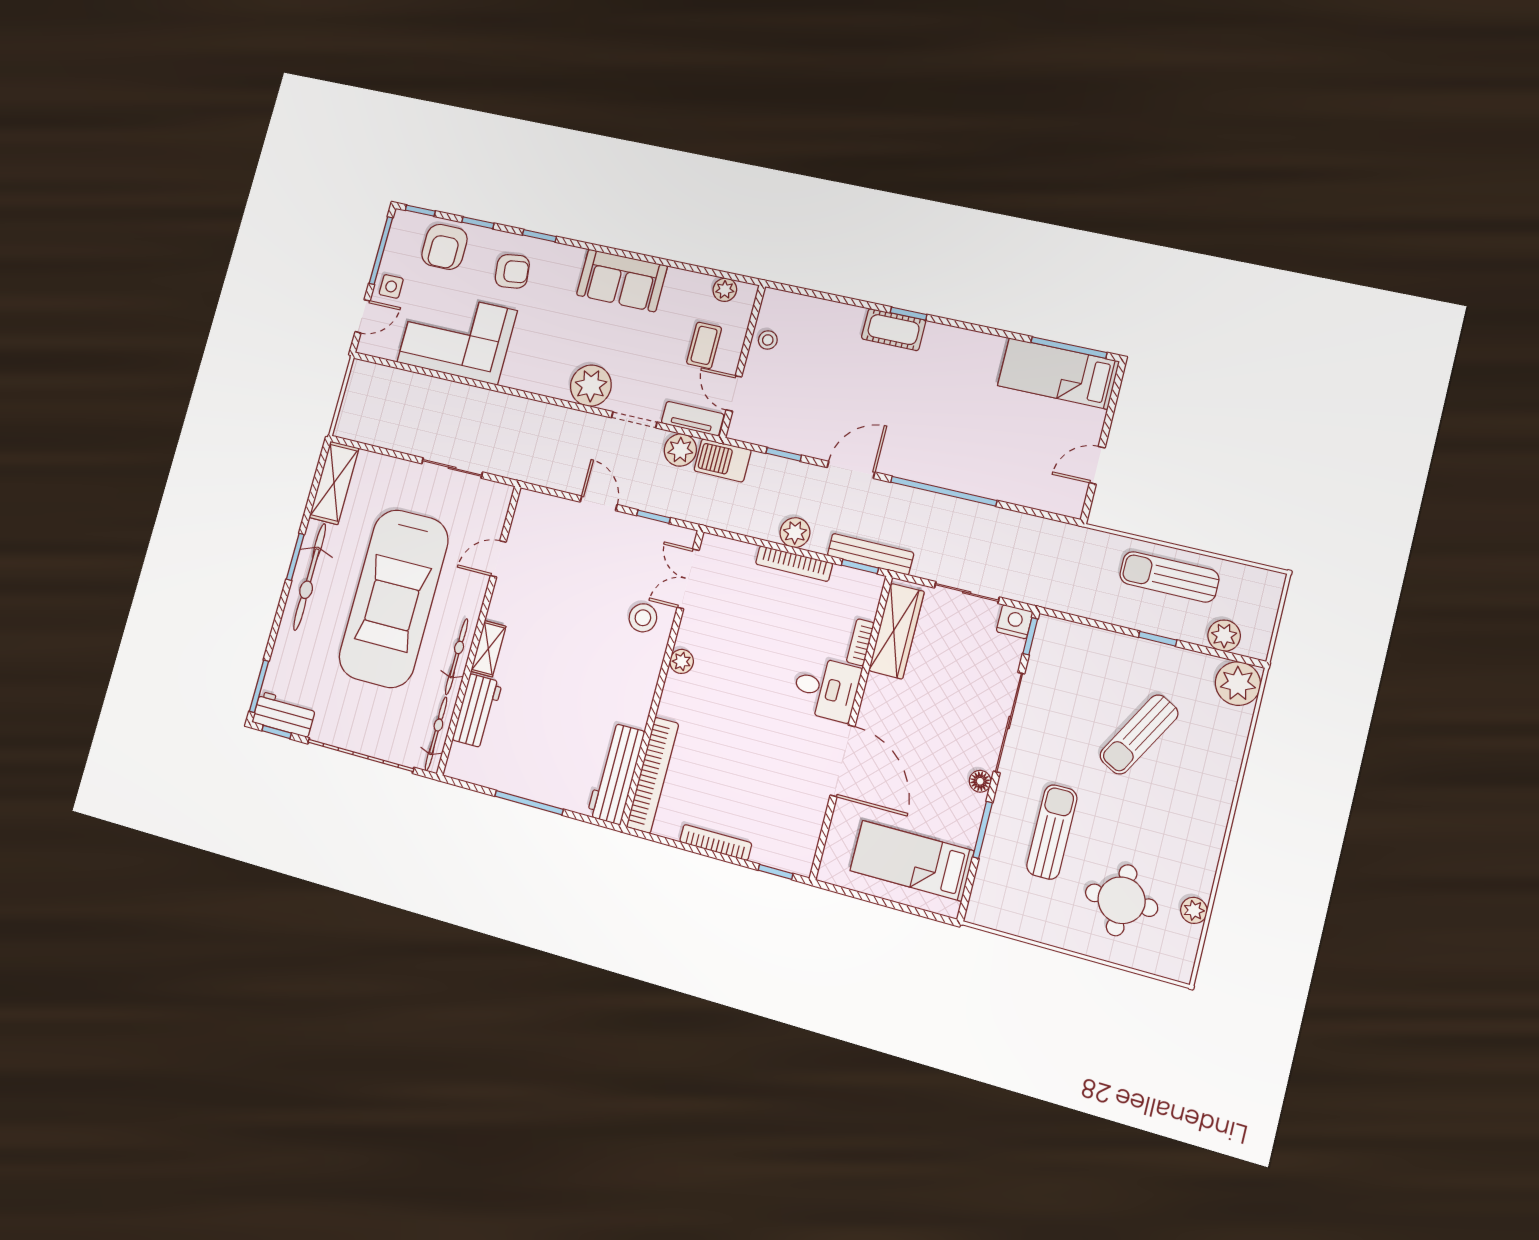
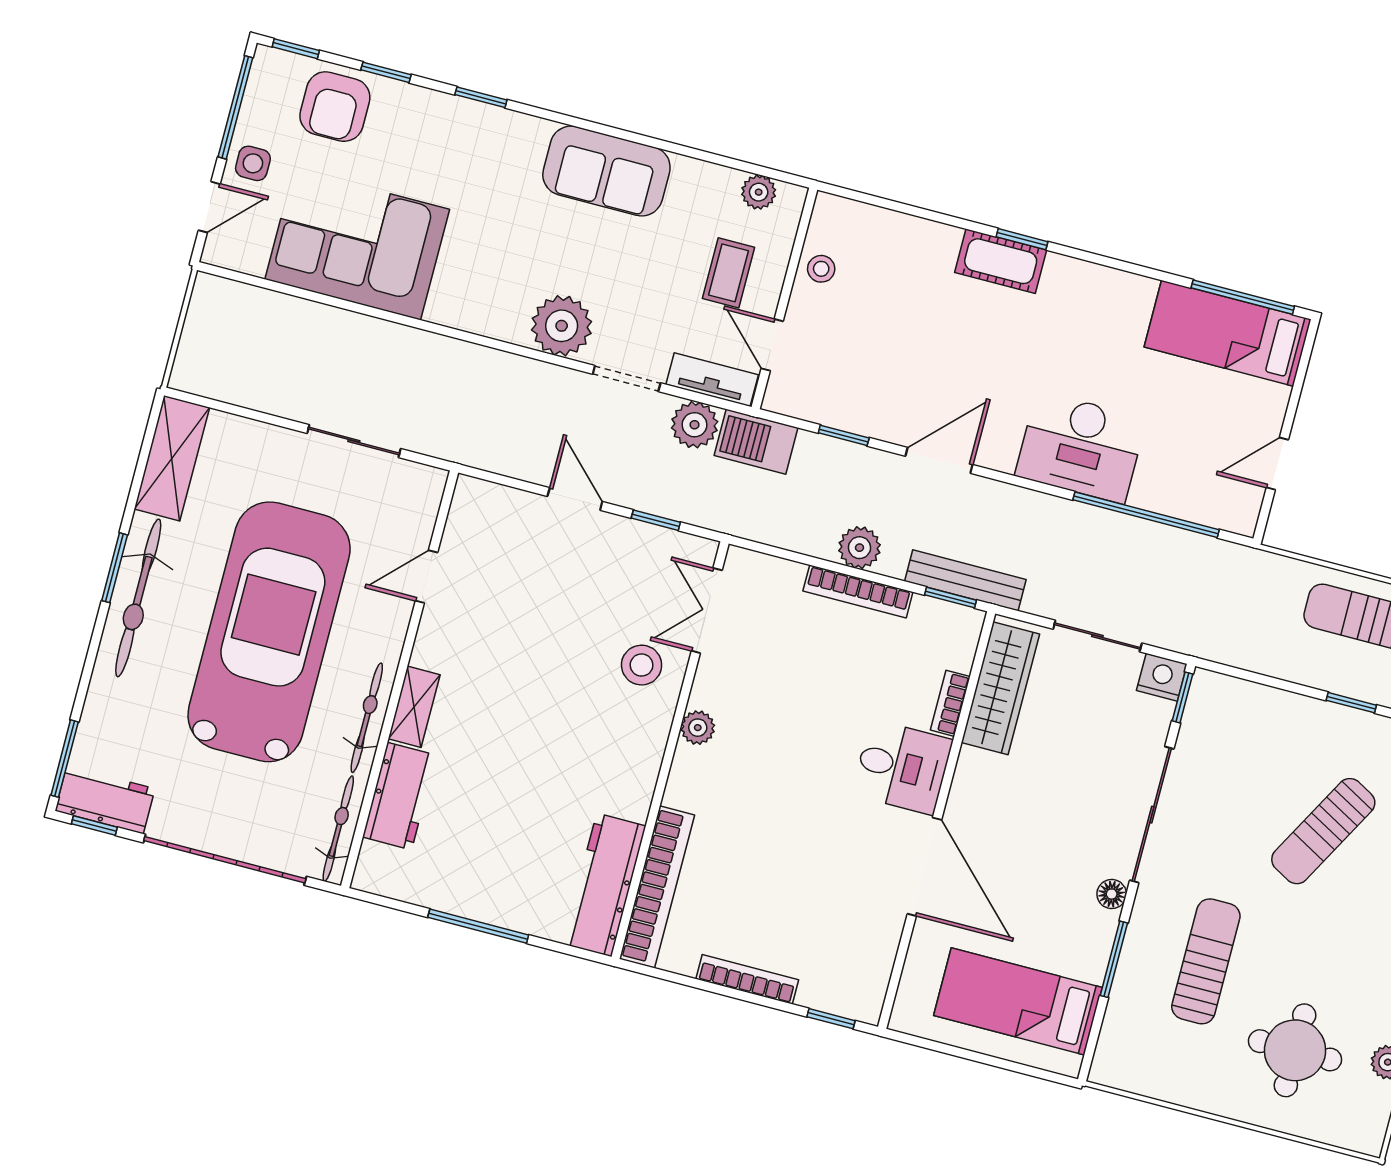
armchair: (512, 271) -> (440, 149), removed
desk: (952, 458) -> (1081, 447), added
window: (944, 491) -> (1146, 515), moved
car: (394, 598) -> (269, 632), turned 180

